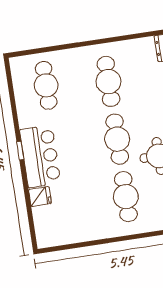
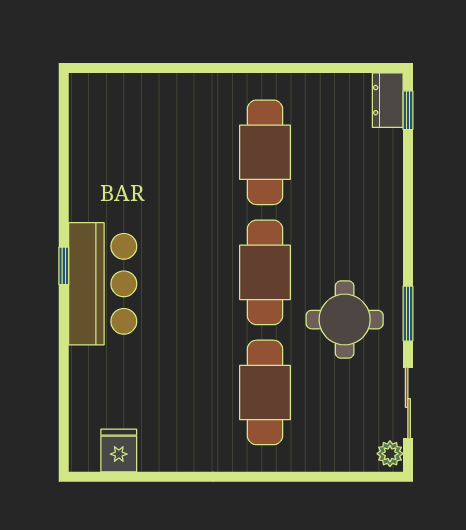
cafe table: (46, 85) -> (137, 141), removed
fridge: (40, 196) -> (119, 451), moved, turned -90

